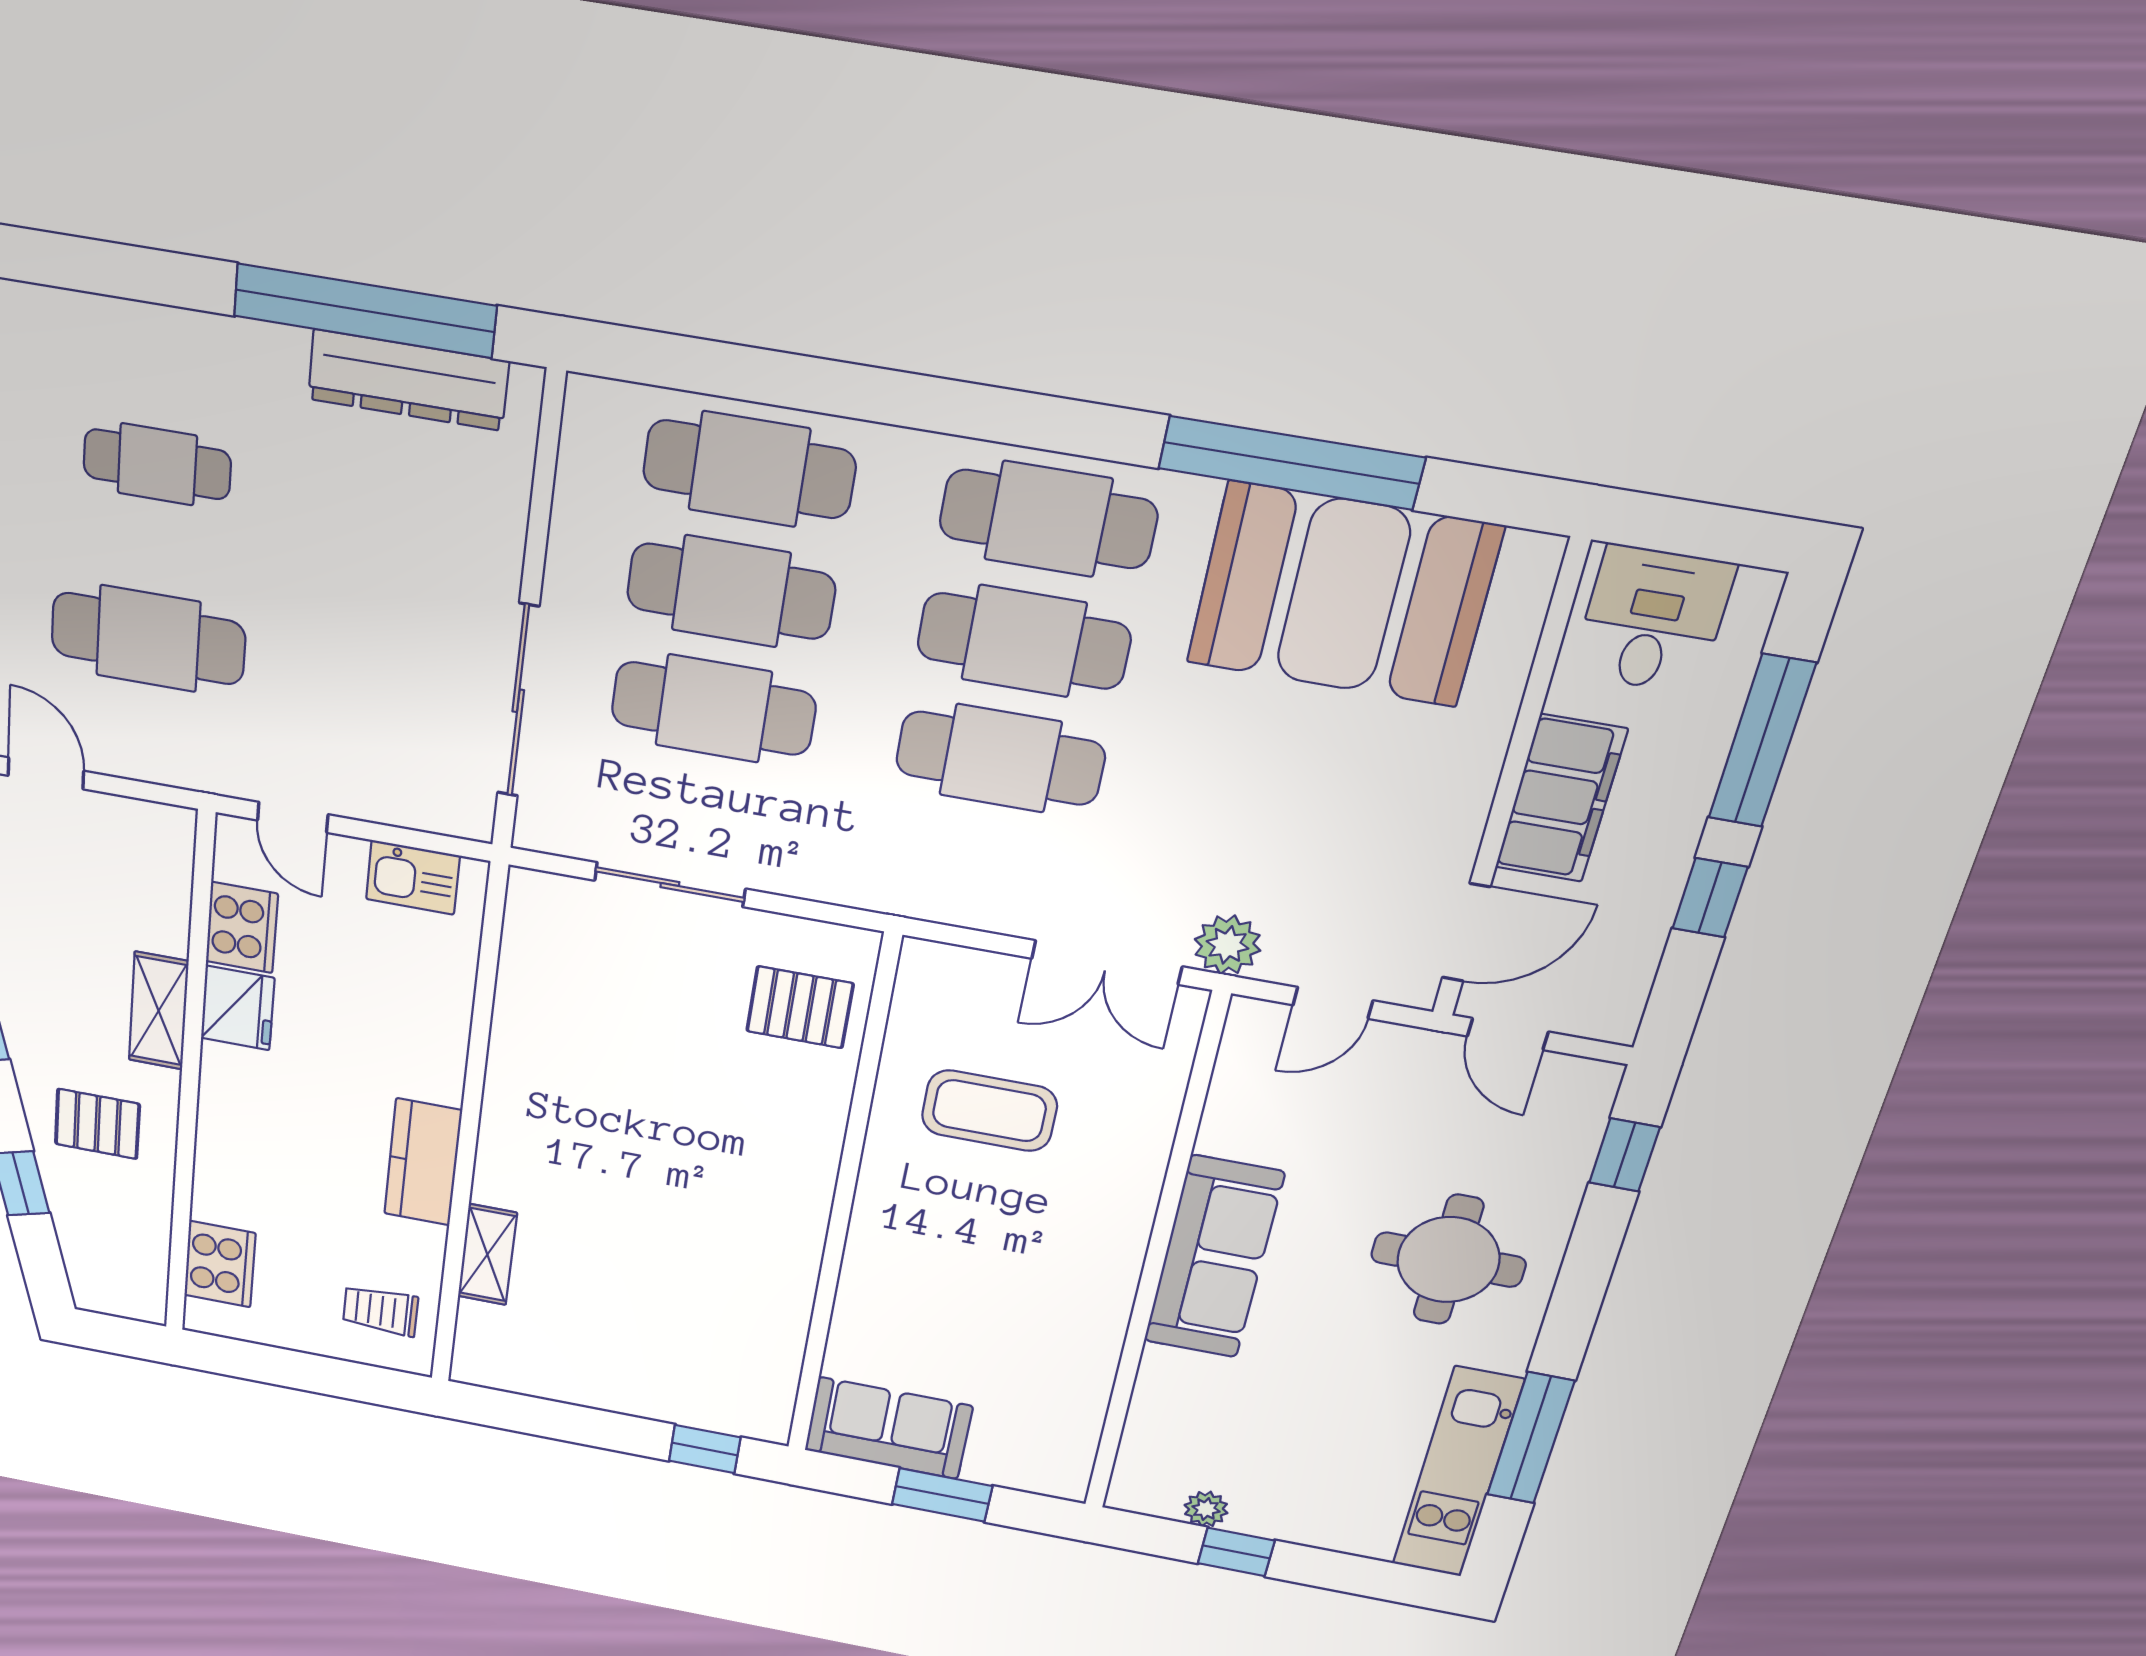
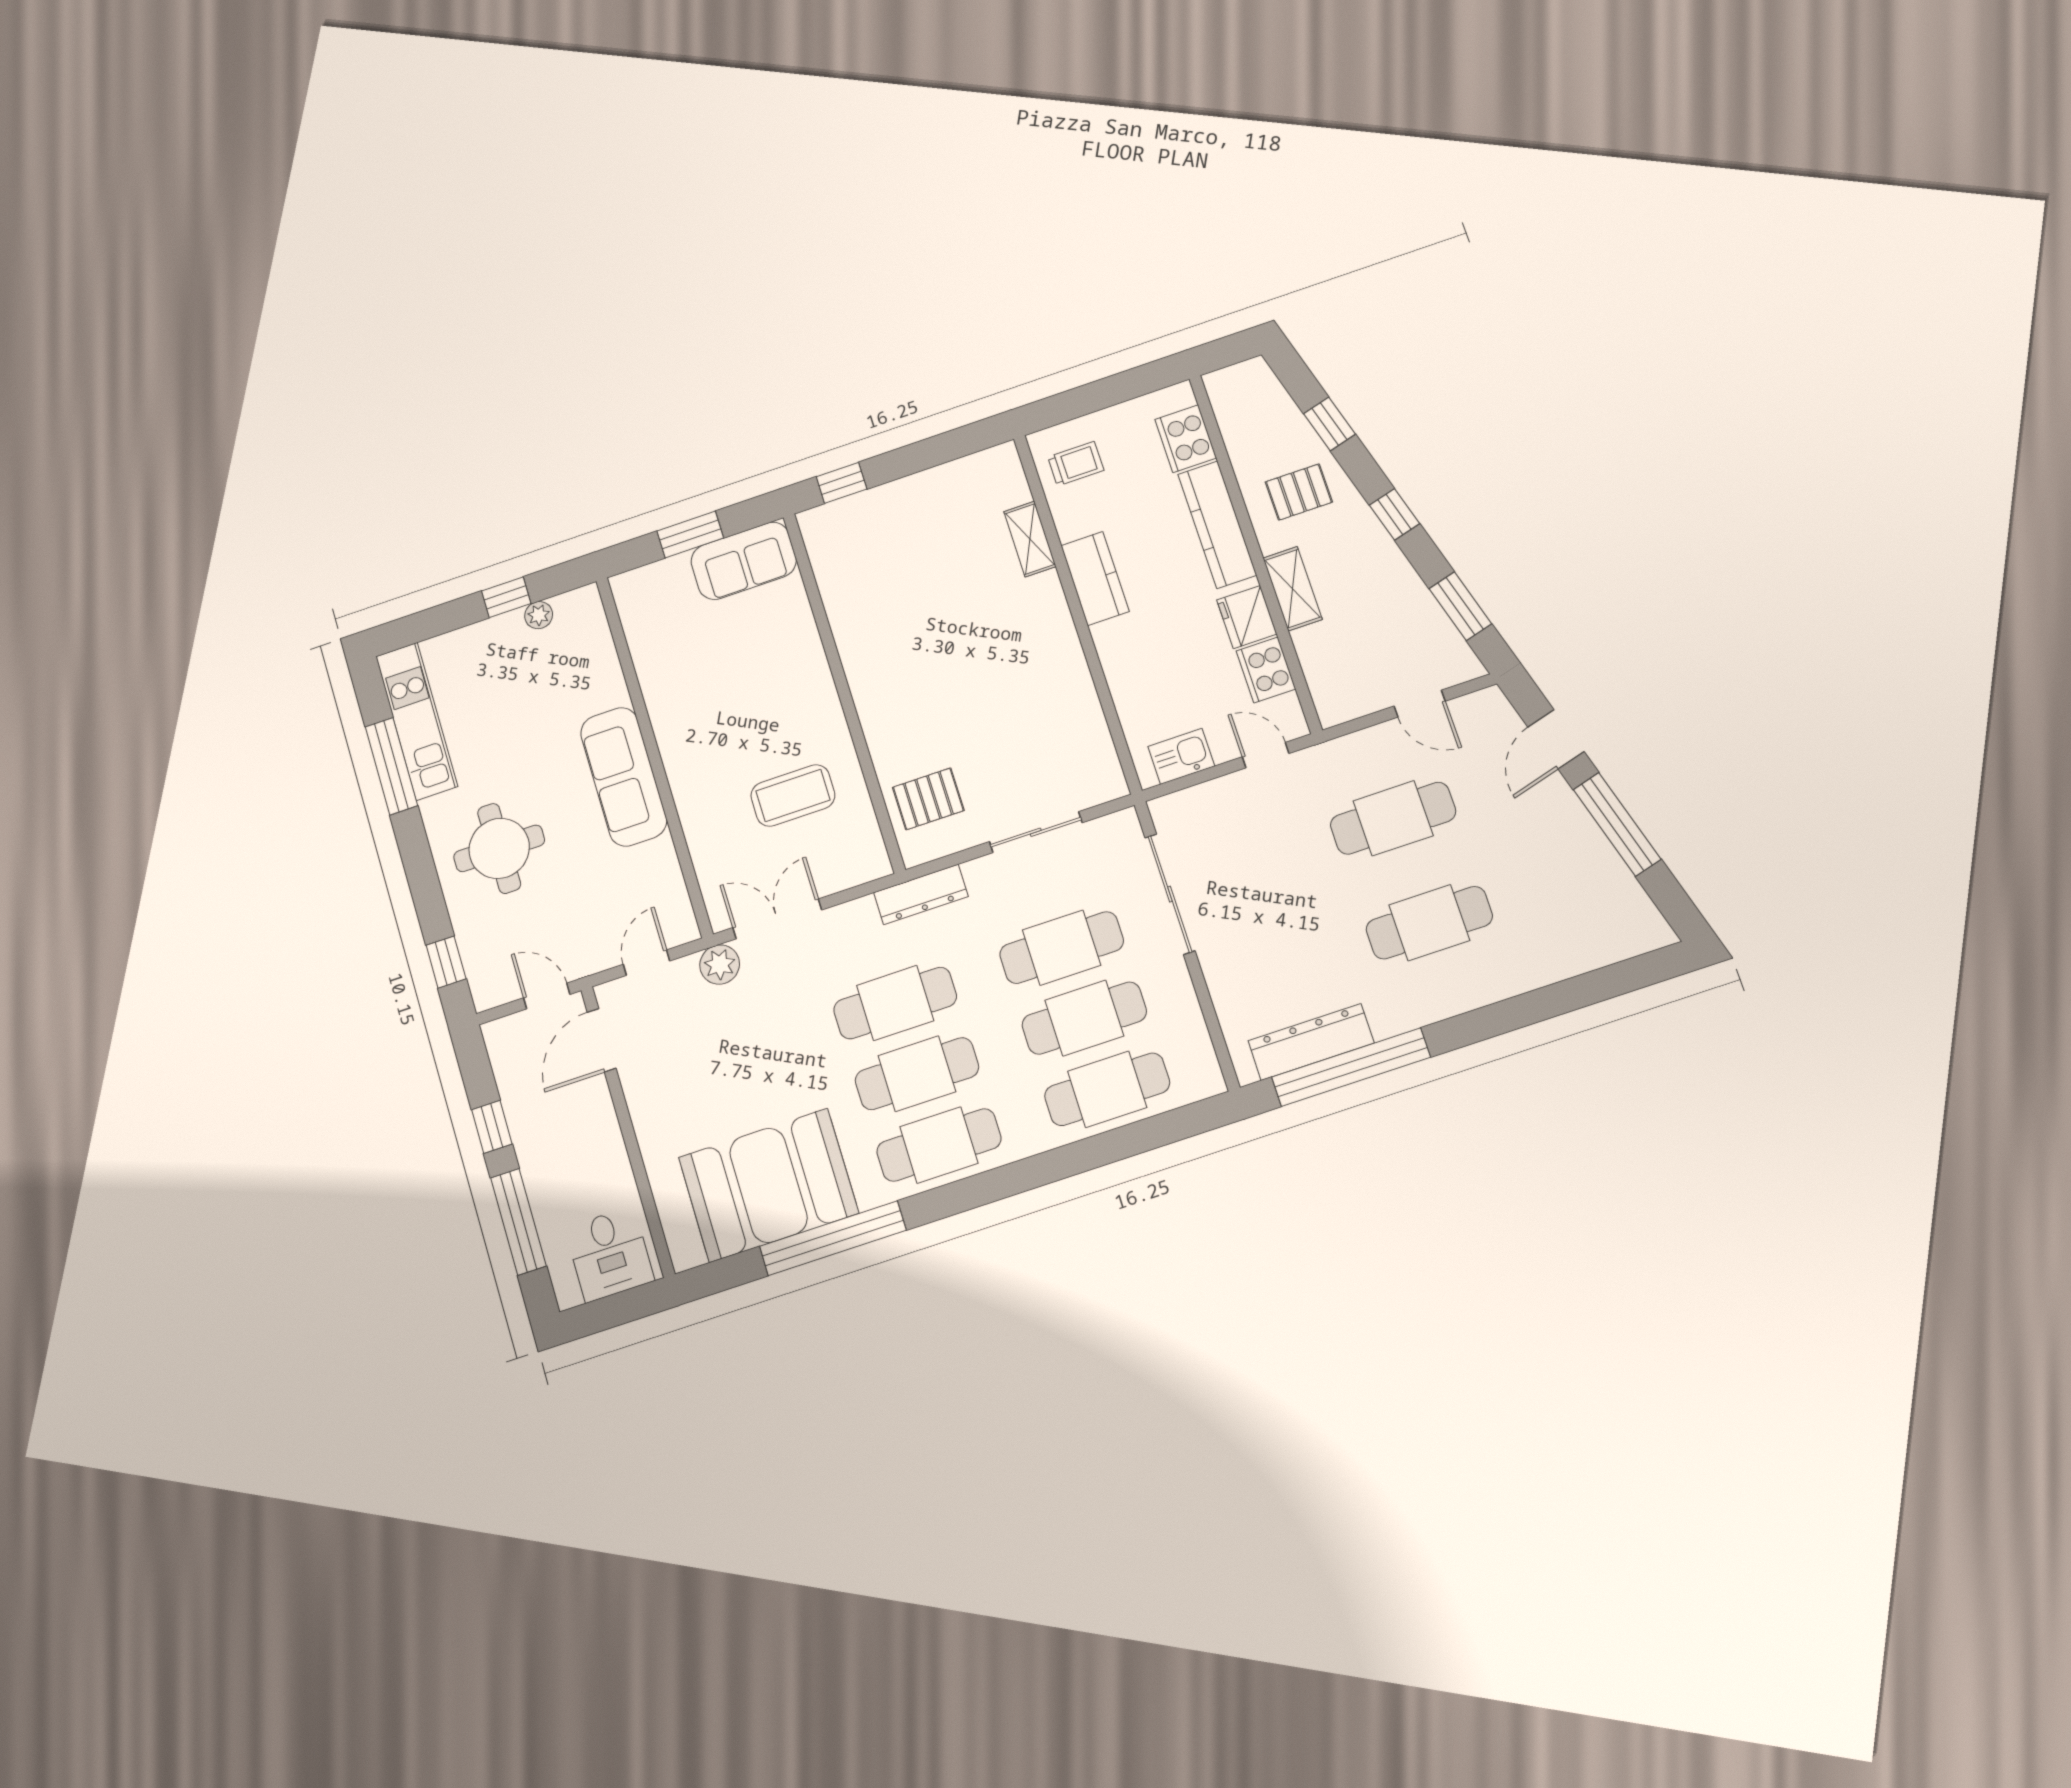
cafe table: (157, 464) -> (1429, 923), width x1.37, depth x1.35
filing cabinet: (1561, 798) -> (598, 1138), removed
dresser: (880, 887) -> (921, 895), added
kitchen counter: (225, 1142) -> (1217, 525), added

